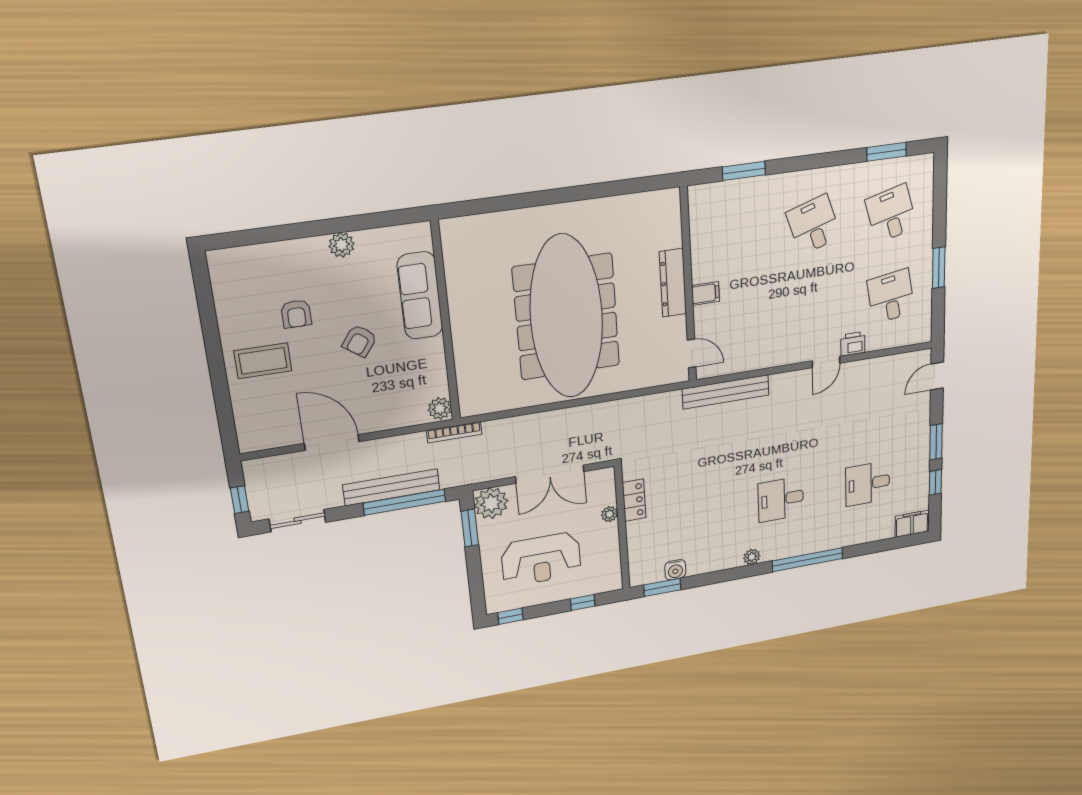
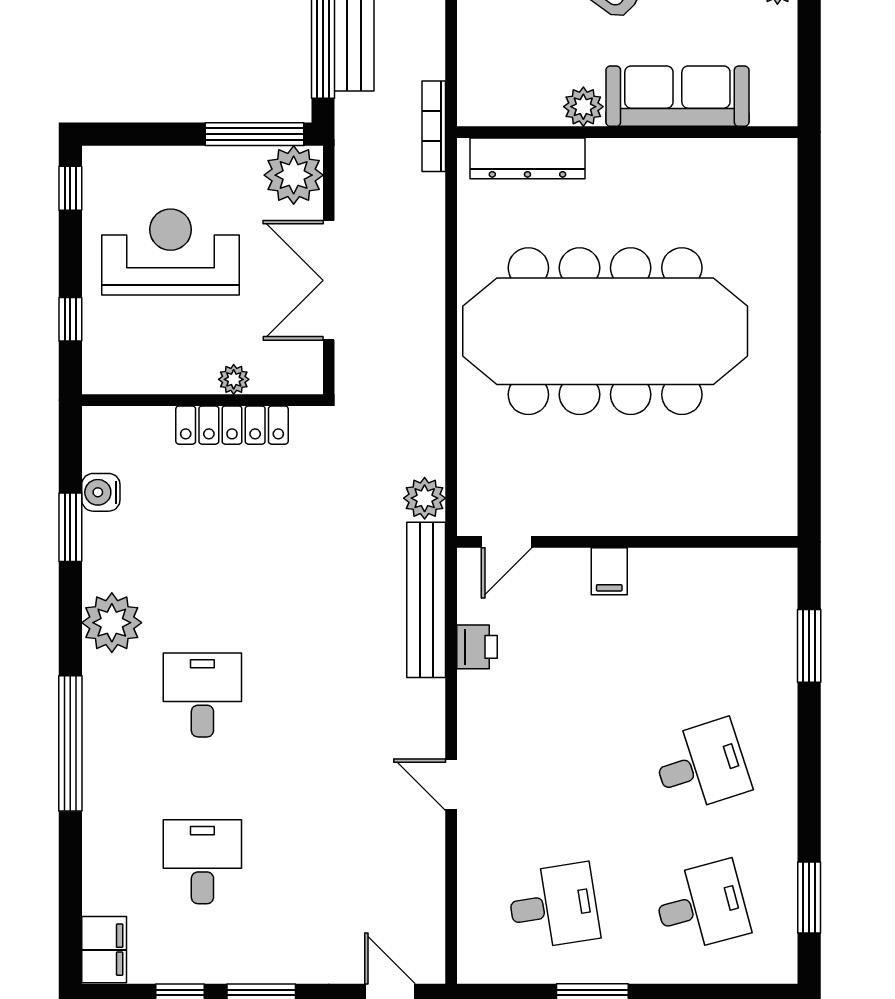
dresser: (673, 283) -> (527, 158), moved, turned 180
printer: (853, 344) -> (477, 647), moved
plant: (669, 402) -> (425, 498), added
plant: (440, 408) -> (583, 107), moved
locker: (634, 500) -> (232, 425), width x1.53
window: (470, 528) -> (254, 134), width x1.44
plant: (752, 557) -> (112, 623), width x1.88, depth x1.88
reception desk: (541, 559) -> (171, 252), turned 90
window: (662, 587) -> (70, 527), moved

